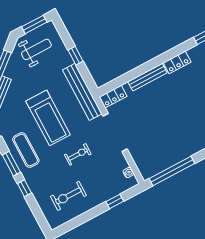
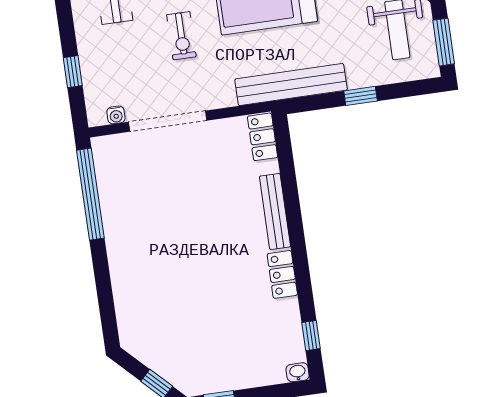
doorway: (115, 133) -> (168, 121), moved

